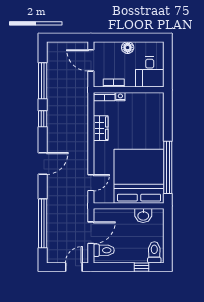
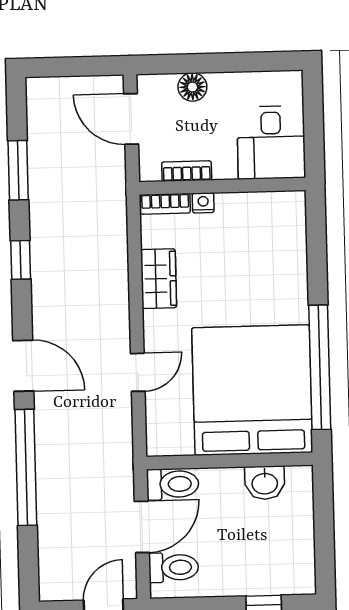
floor lamp: (128, 48) -> (192, 87), moved
window: (43, 81) -> (18, 170), width x0.69
door: (43, 163) -> (23, 366), hinge flipped
door: (91, 183) -> (138, 372), moved
window: (43, 223) -> (26, 467), moved
toilet: (154, 252) -> (173, 484), moved, turned 90

